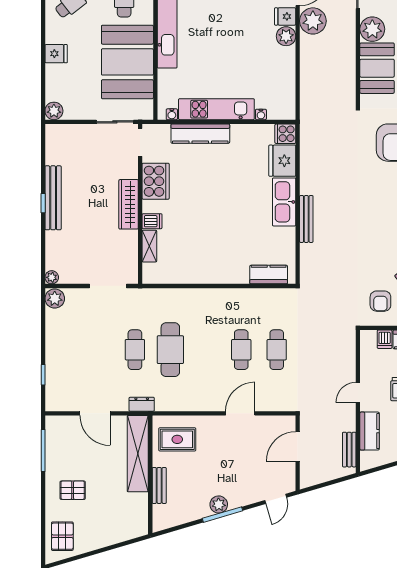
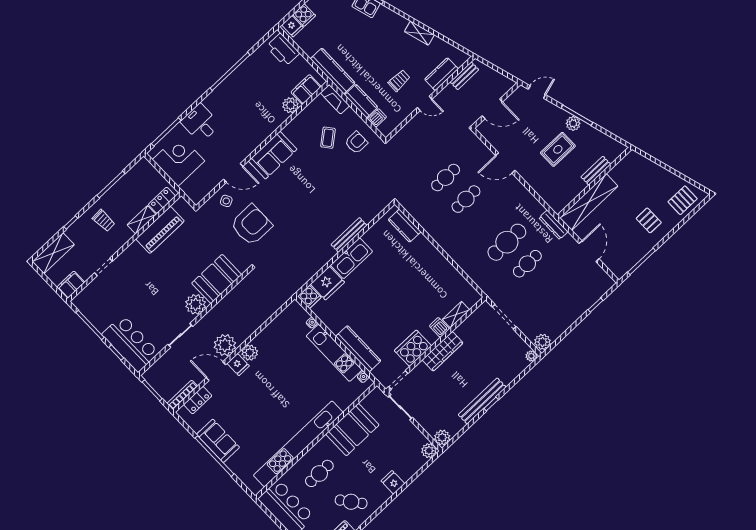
booth: (127, 62) -> (352, 430), width x0.73, depth x0.70
plant: (54, 133) -> (442, 437), added
dresser: (142, 404) -> (553, 225), width x1.44
rug: (177, 439) -> (558, 149), moved, turned 90

